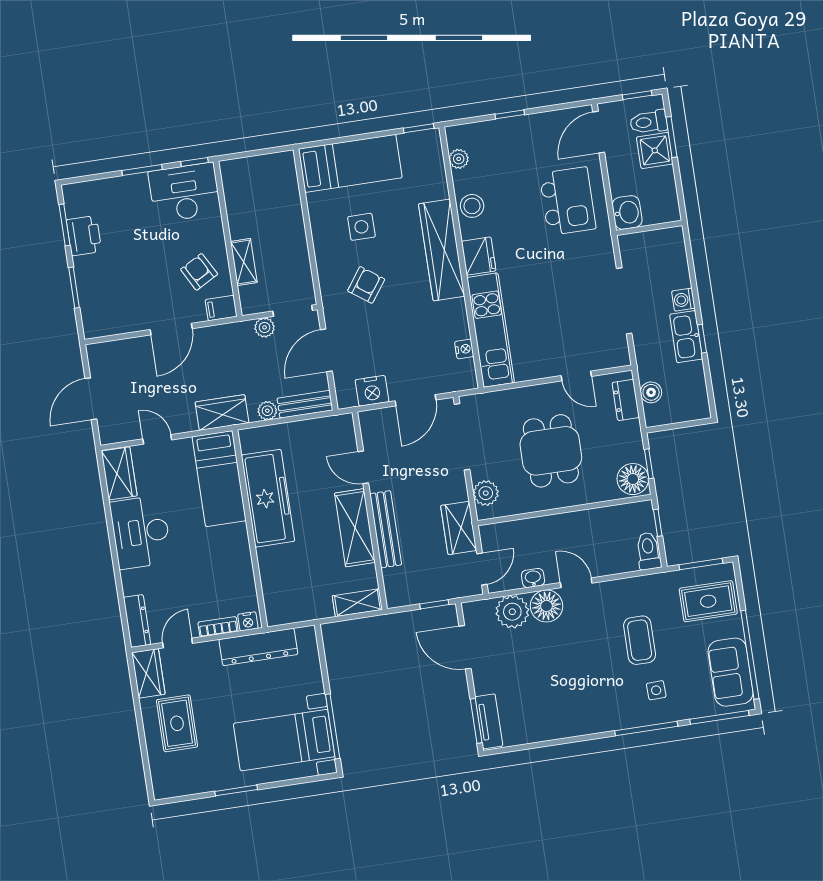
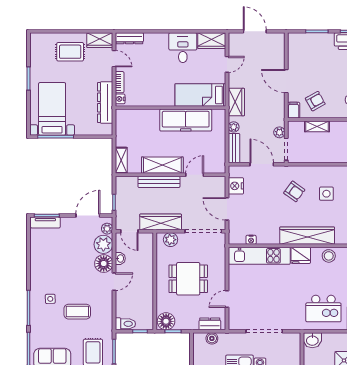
wardrobe: (459, 528) -> (161, 222), width x1.50
desk: (141, 532) -> (183, 48), width x0.73
plant: (483, 609) -> (107, 229), added
side table: (656, 690) -> (50, 299), moved

